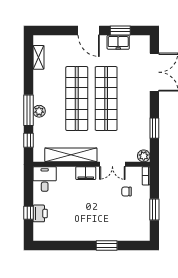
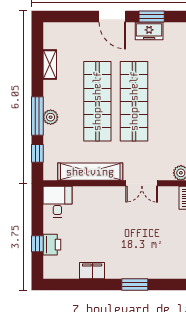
shelving: (39, 57) -> (50, 65), moved
filing cabinet: (86, 173) -> (92, 271), moved, turned 180
chair: (127, 192) -> (159, 217), removed

